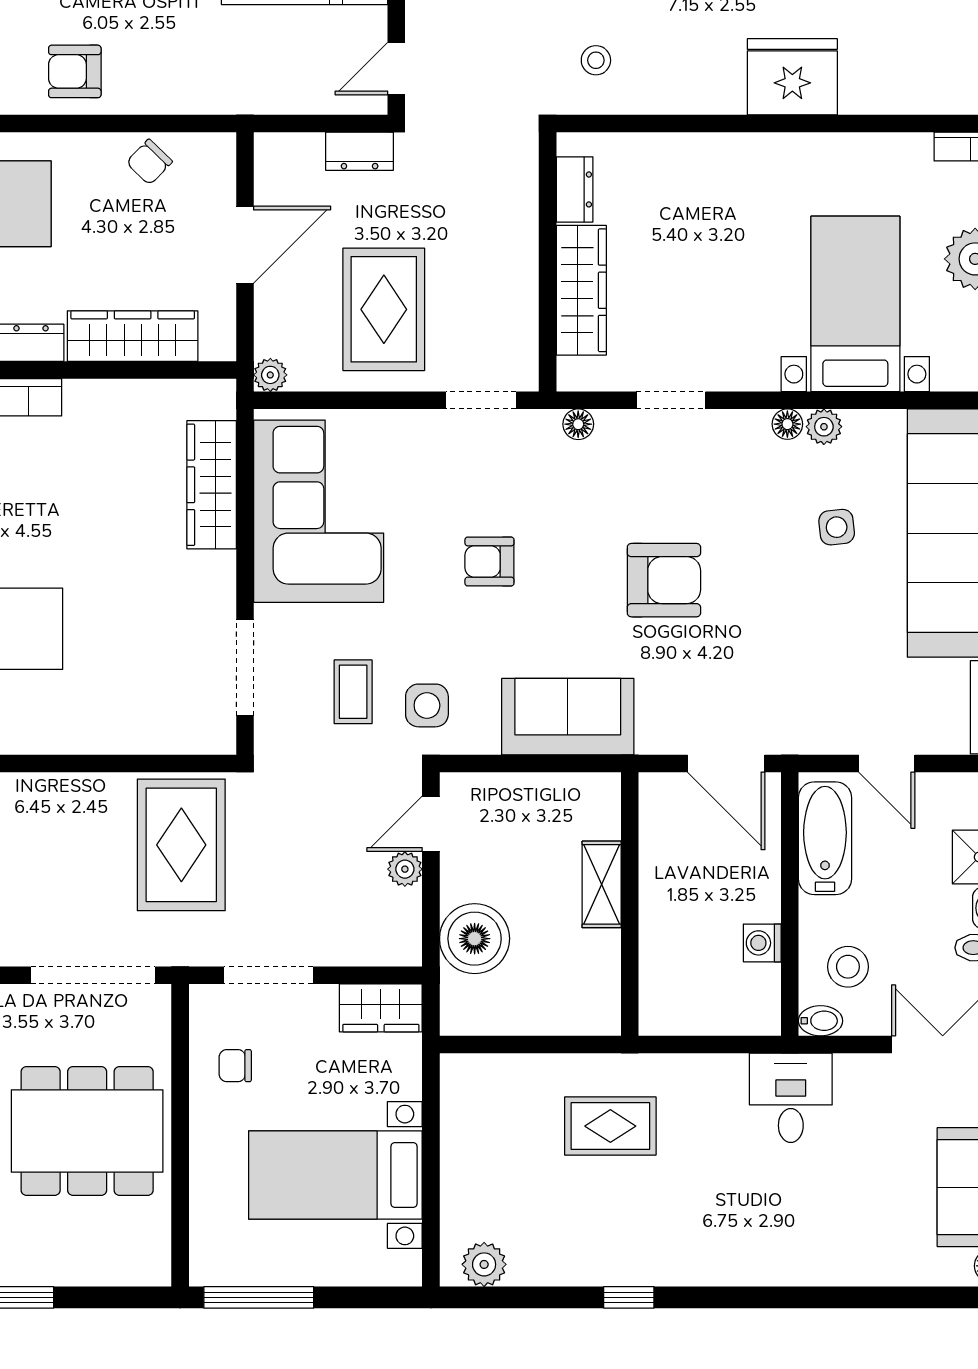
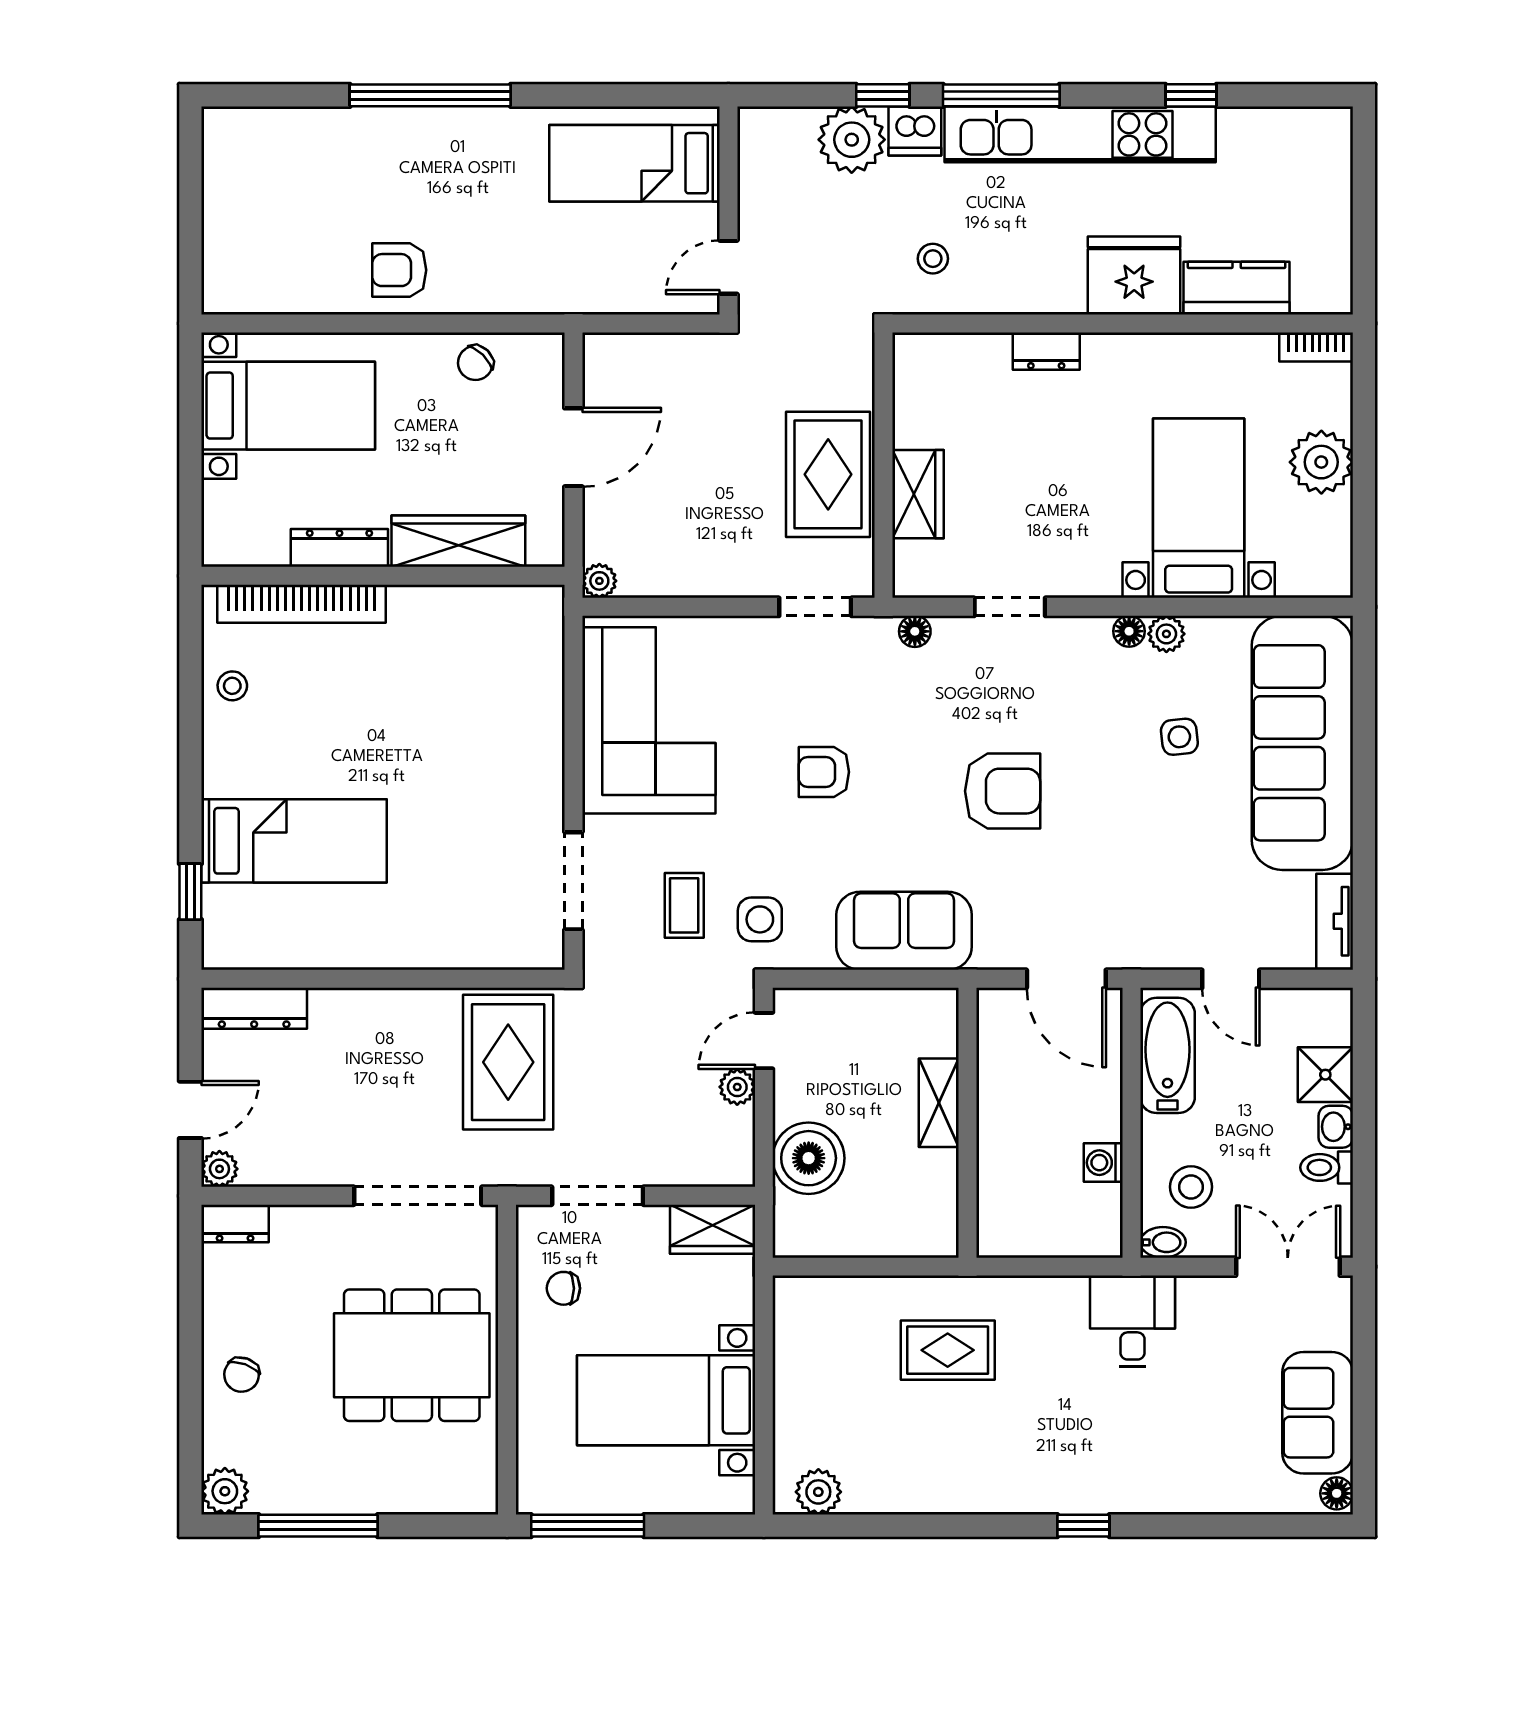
kitchen counter: (892, 89) -> (1237, 288), added
dresser: (360, 151) -> (691, 352), removed
dresser: (575, 189) -> (1046, 351), moved, turned 90
wardrobe: (581, 290) -> (918, 494), width x0.67
rug: (384, 309) -> (828, 474), moved
wardrobe: (212, 485) -> (539, 693), removed
window: (629, 1297) -> (1083, 1526), moved

